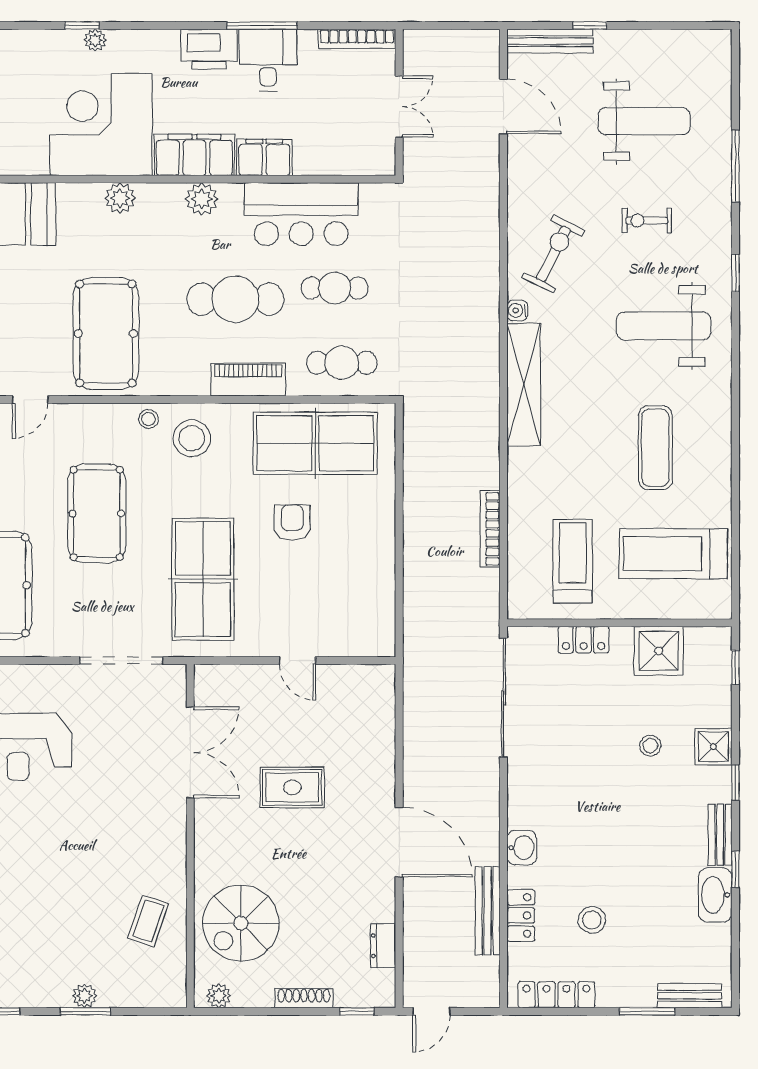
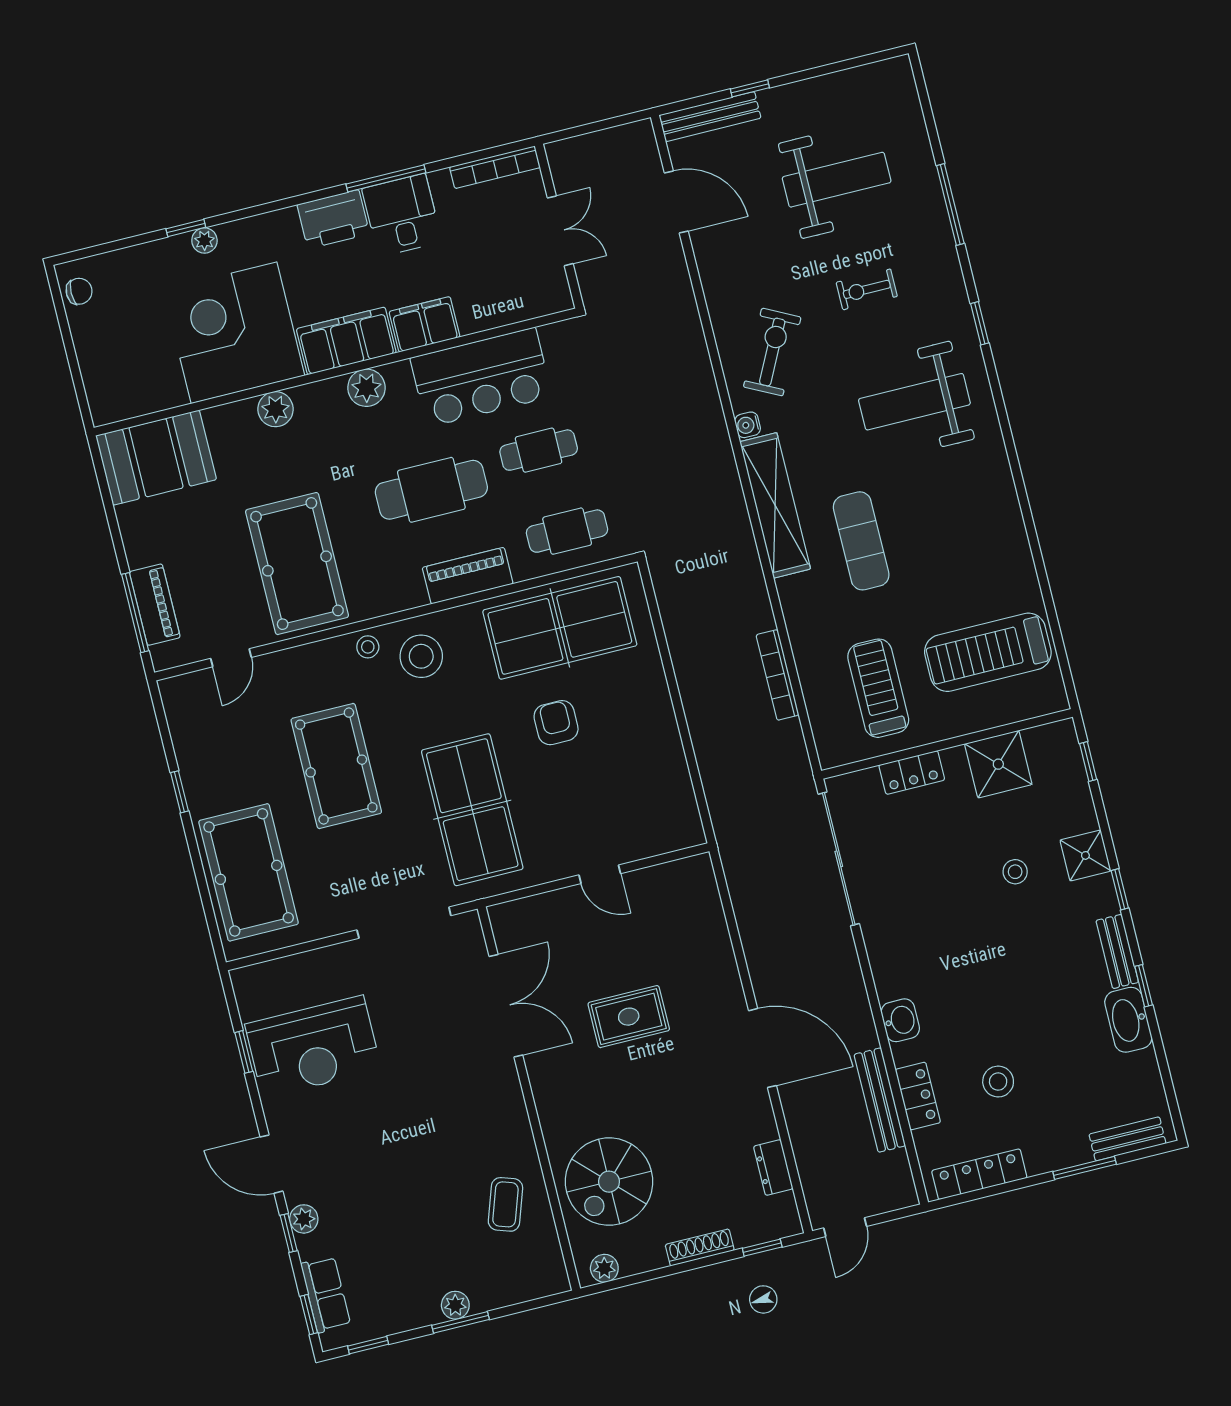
exercise mat: (655, 448) -> (861, 541), moved

